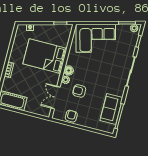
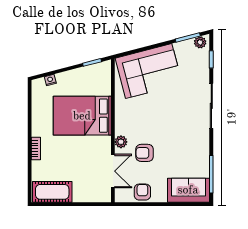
floor lamp: (69, 71) -> (122, 128), removed
double door: (56, 97) -> (113, 171), swing flipped
sofa: (111, 109) -> (188, 190), moved, turned 90

